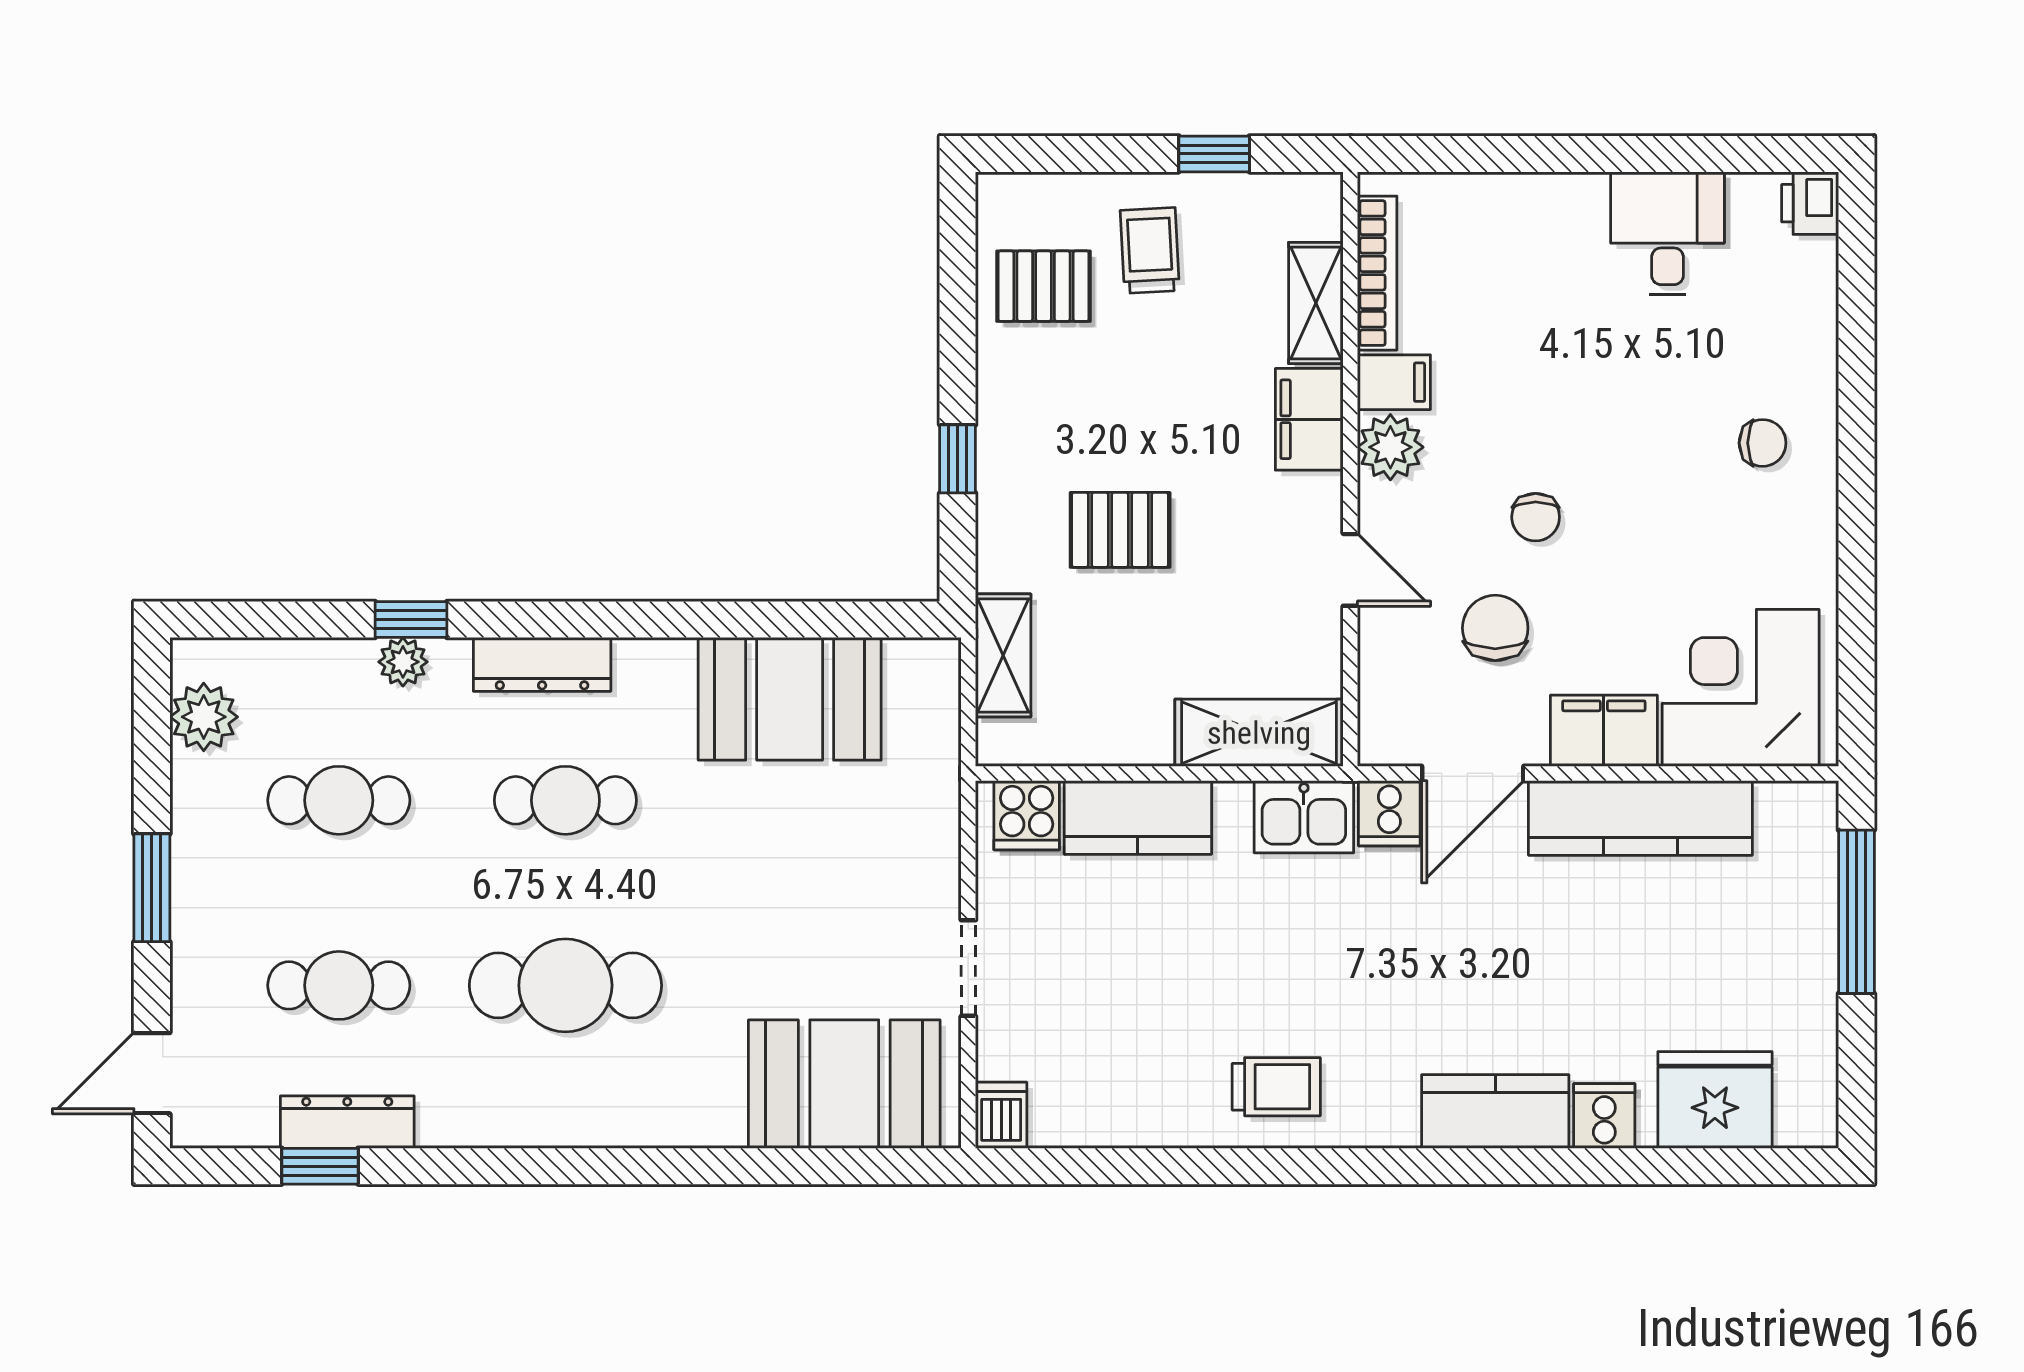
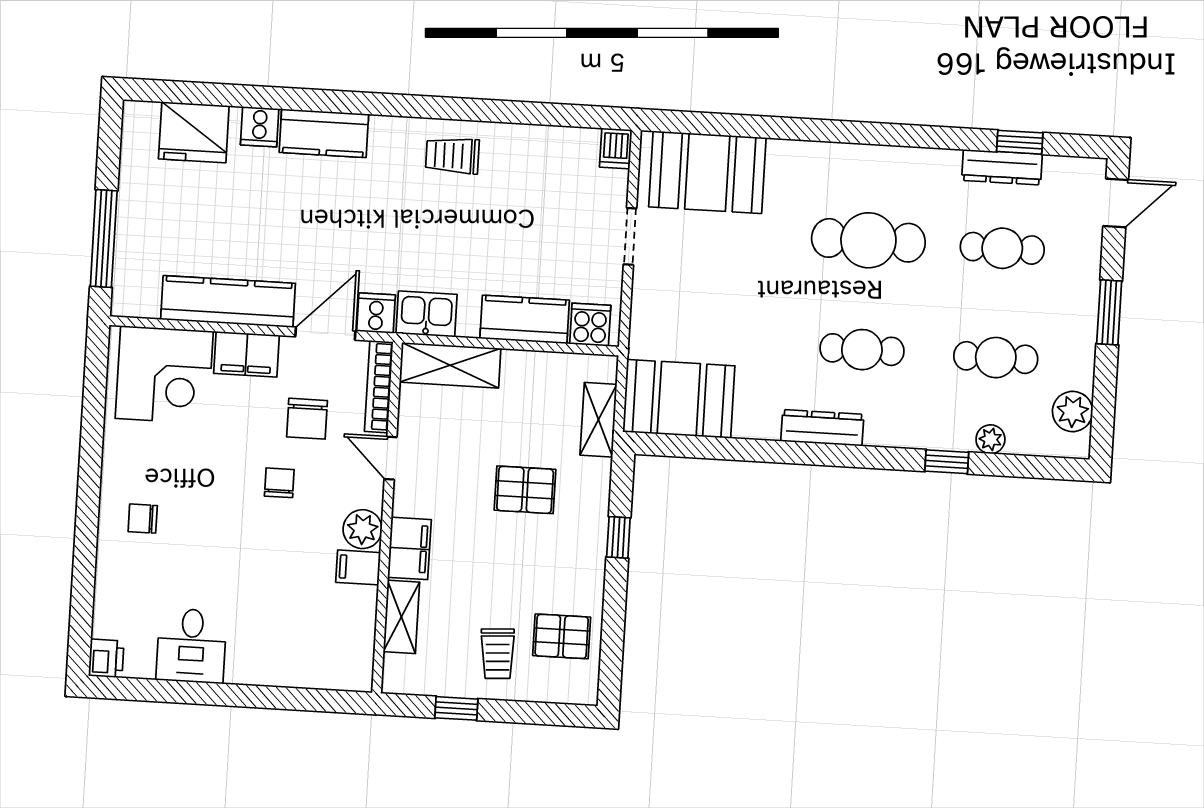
bookcase: (1377, 273) -> (379, 387), moved
plant: (403, 662) -> (990, 439), moved
dresser: (542, 664) -> (822, 428), moved
booth: (790, 699) -> (679, 399), moved

